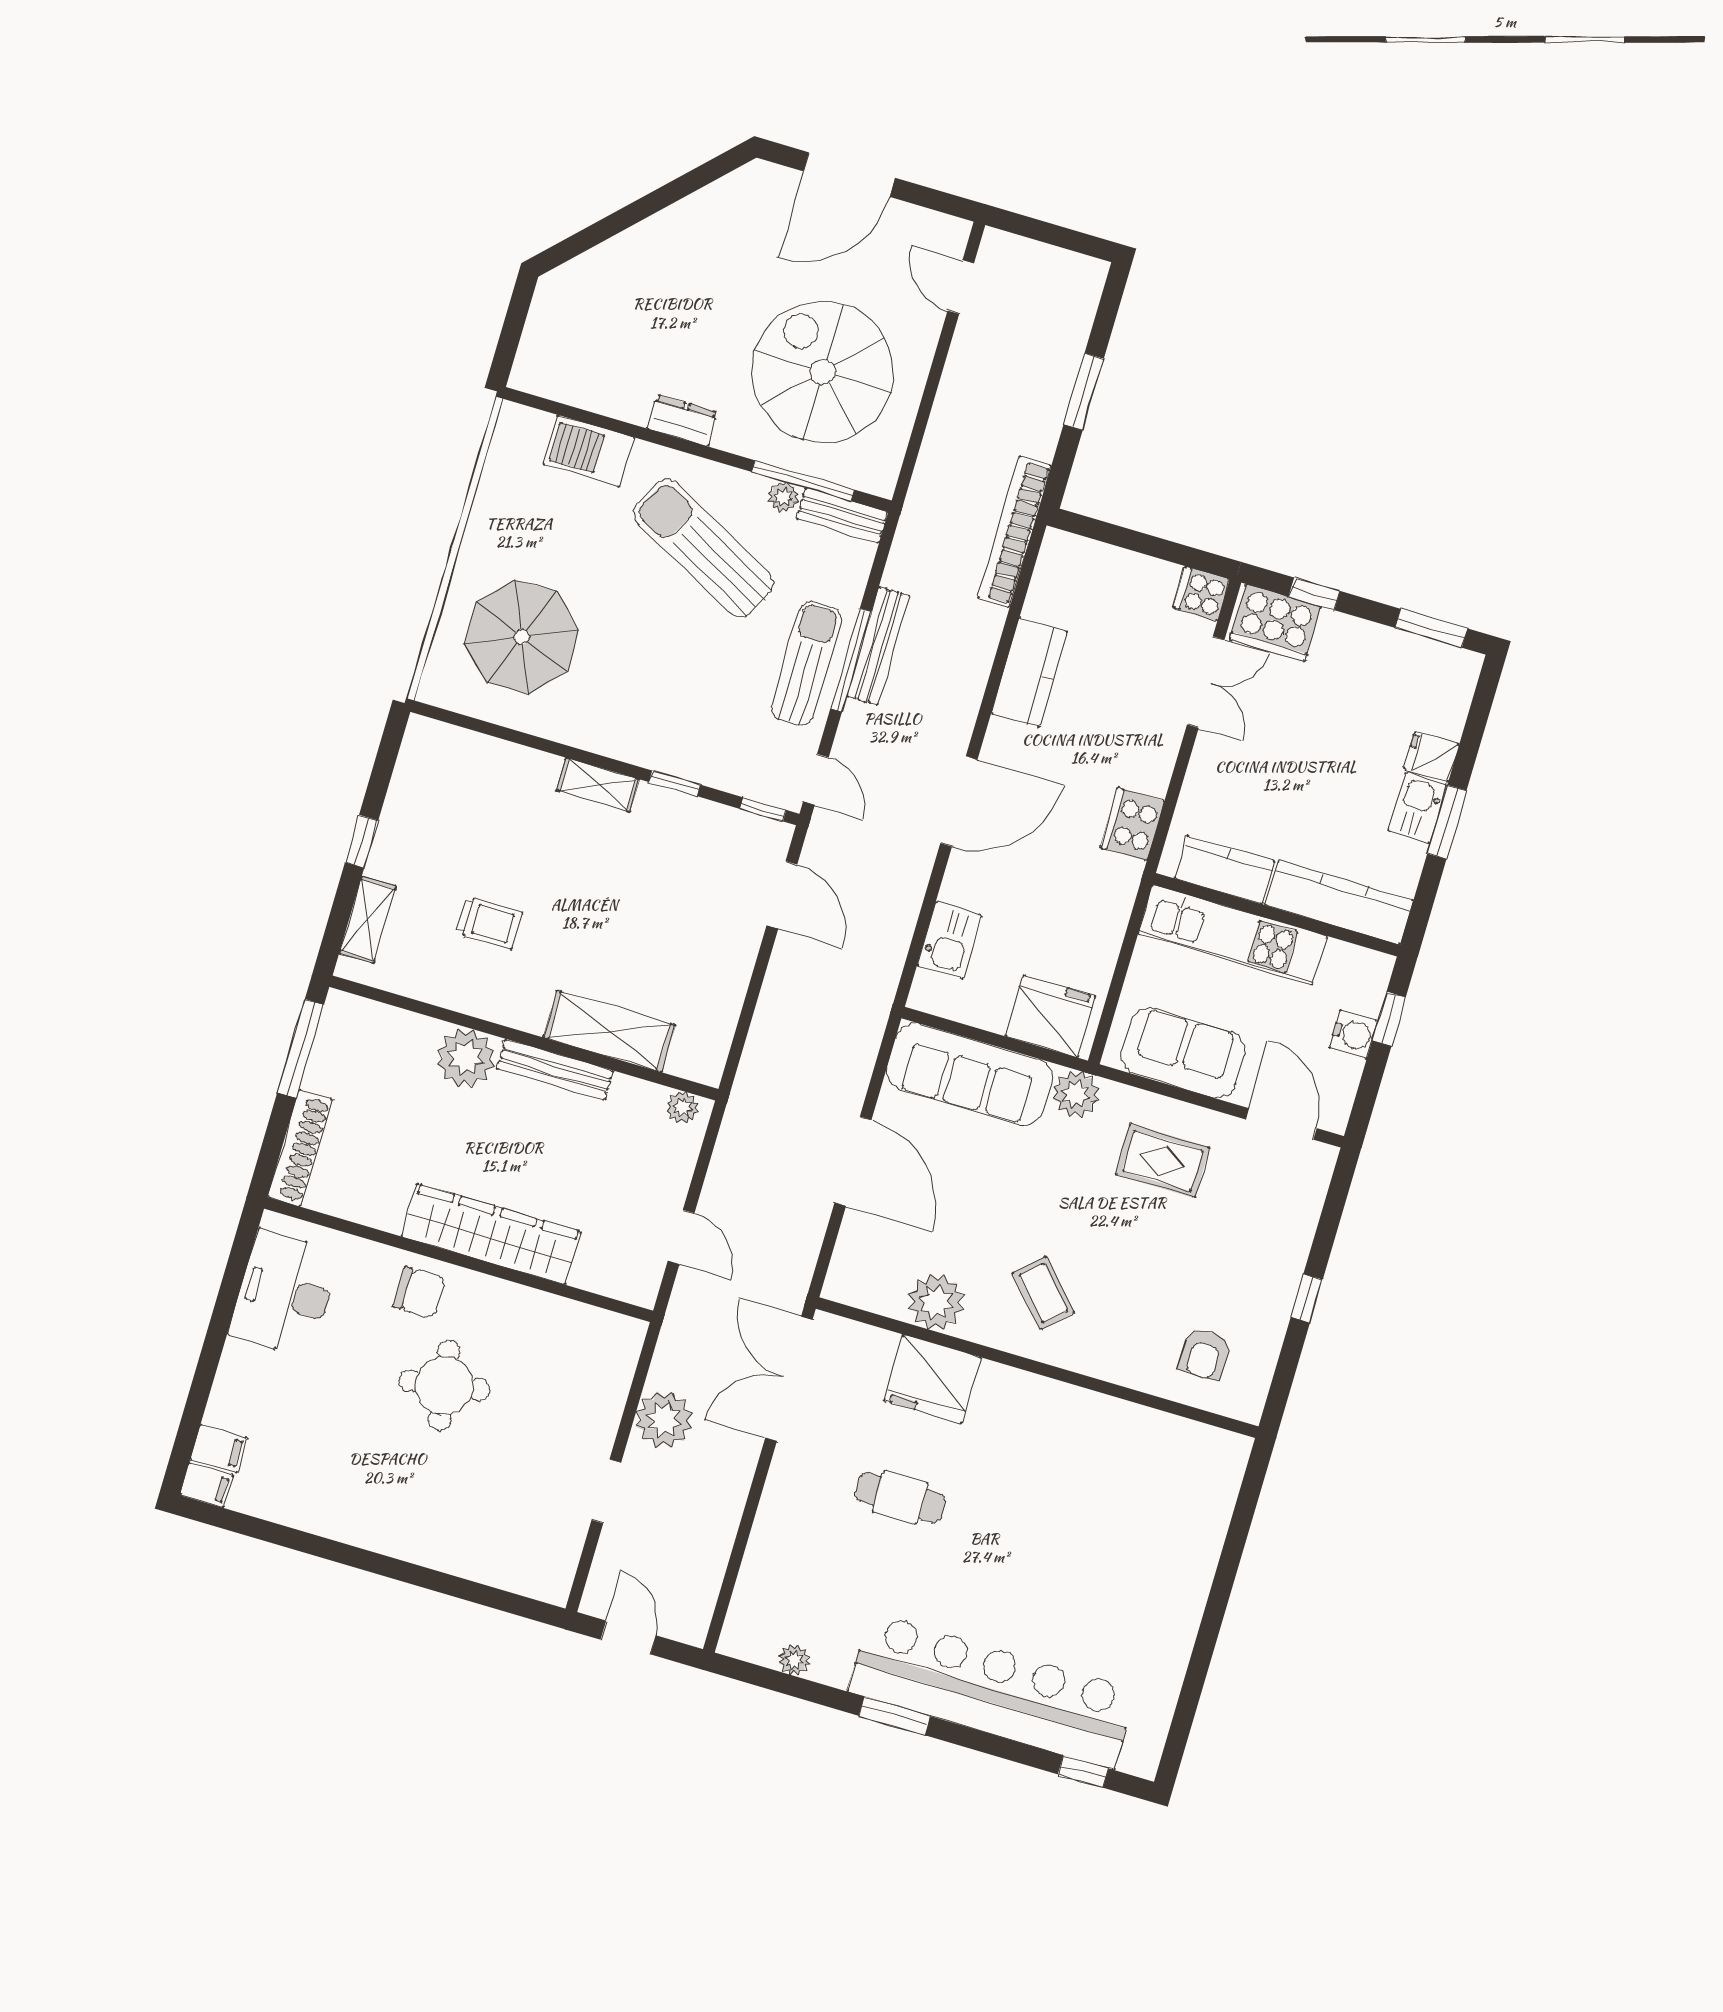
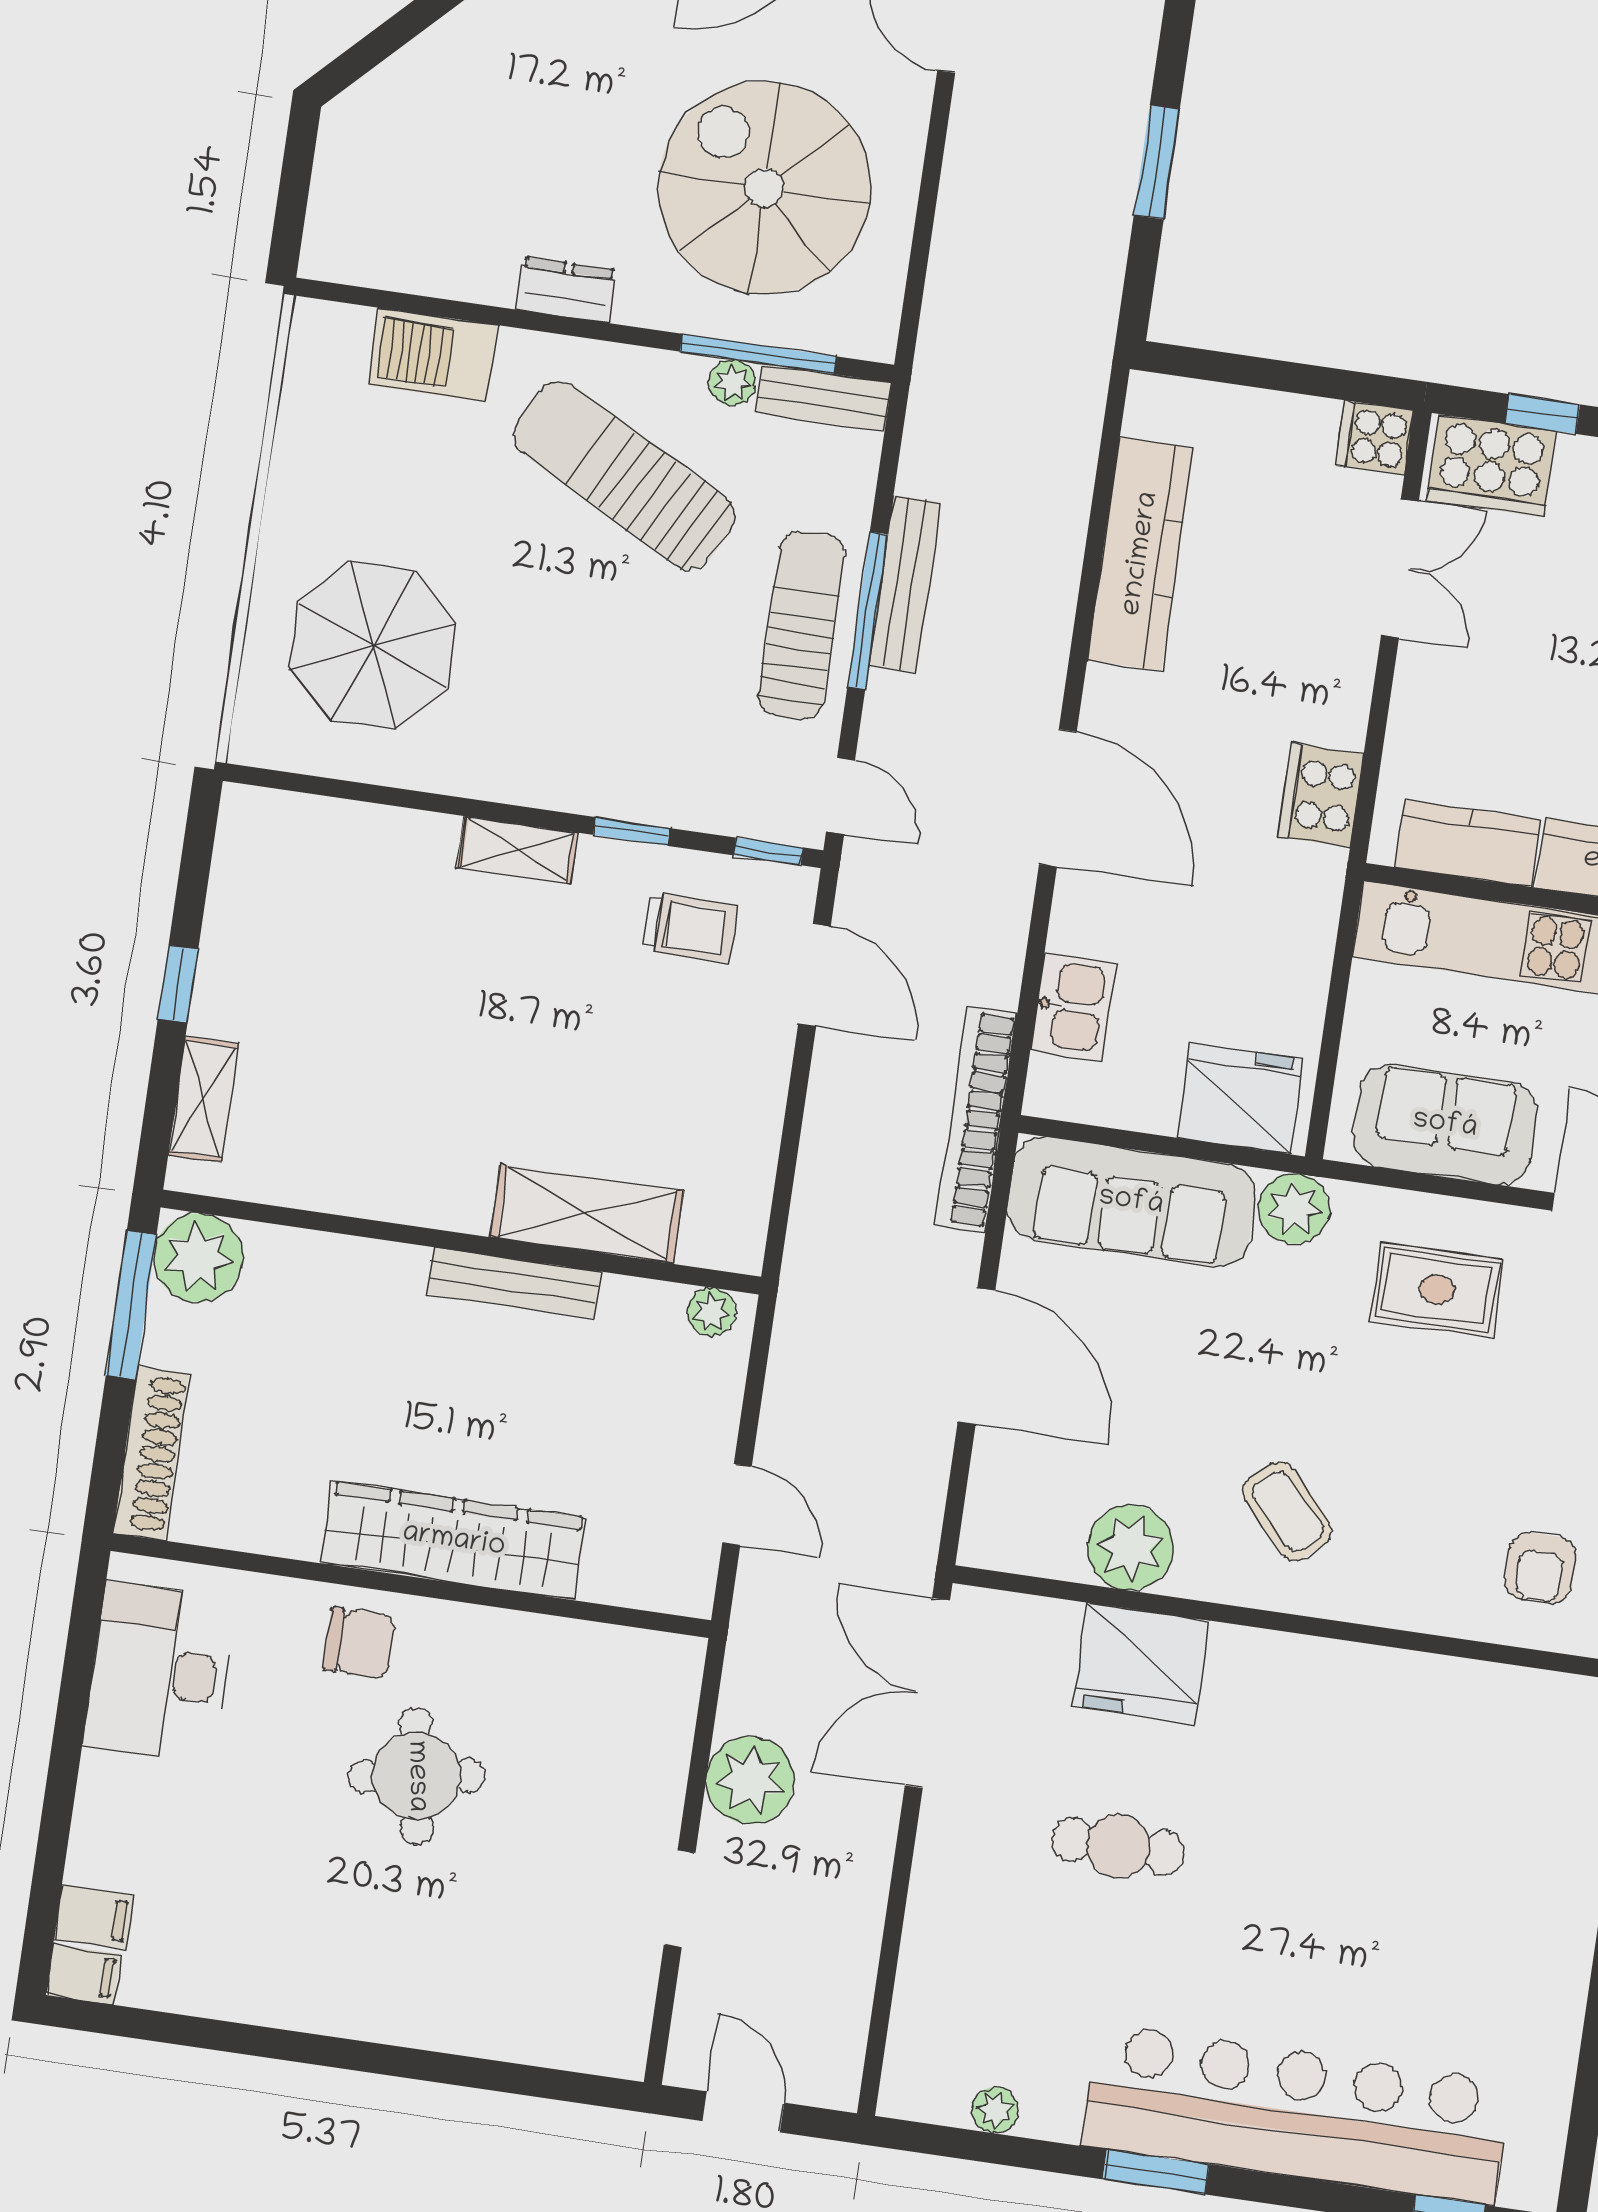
bookcase: (1014, 532) -> (977, 1119), moved
kitchen counter: (1029, 672) -> (1141, 554), width x1.50
door: (959, 801) -> (1058, 798), hinge flipped
trolley: (489, 923) -> (690, 927), moved
plant: (466, 1058) -> (198, 1258), moved

